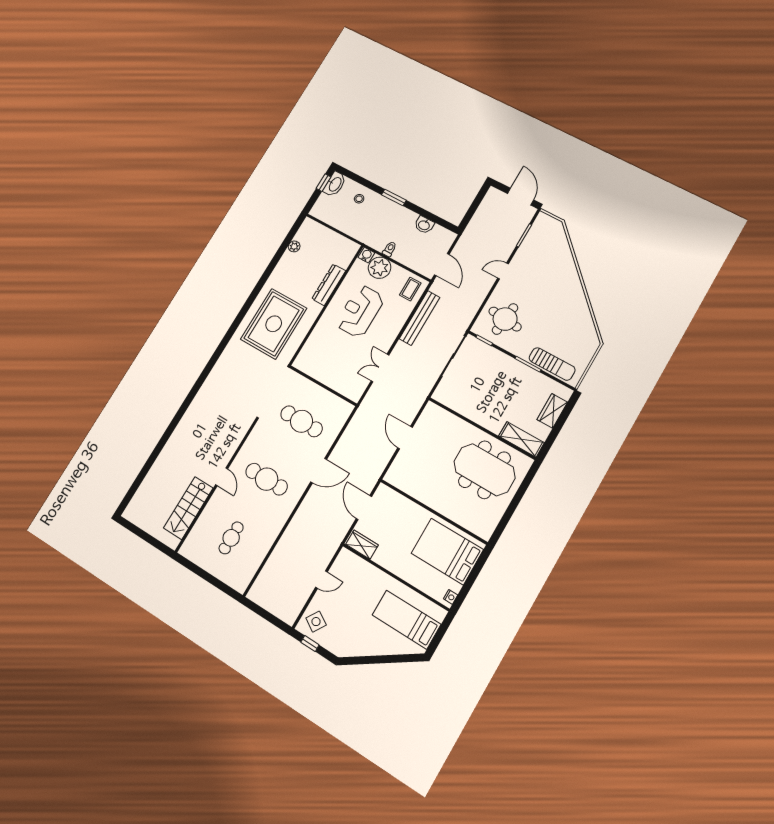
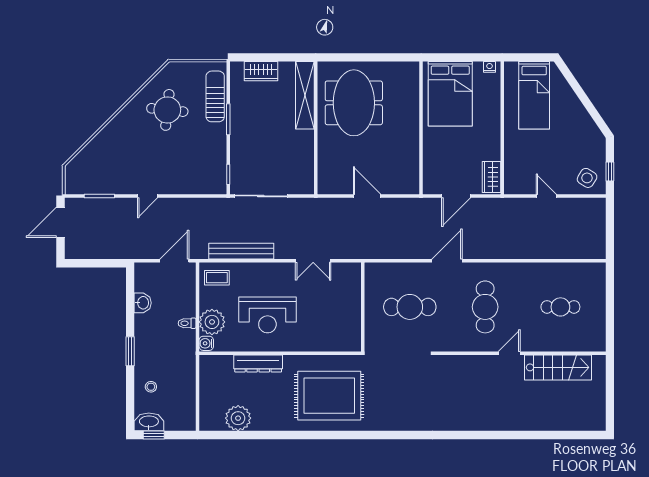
plant: (294, 246) -> (238, 418), width x1.88, depth x1.88
door: (503, 271) -> (148, 196), hinge flipped
round table: (505, 319) -> (167, 110), moved
cafe table: (301, 421) -> (410, 307), turned 90
door: (405, 438) -> (367, 196), swing flipped
shelving: (521, 439) -> (305, 95), width x1.47
door: (319, 471) -> (447, 261), hinge flipped

